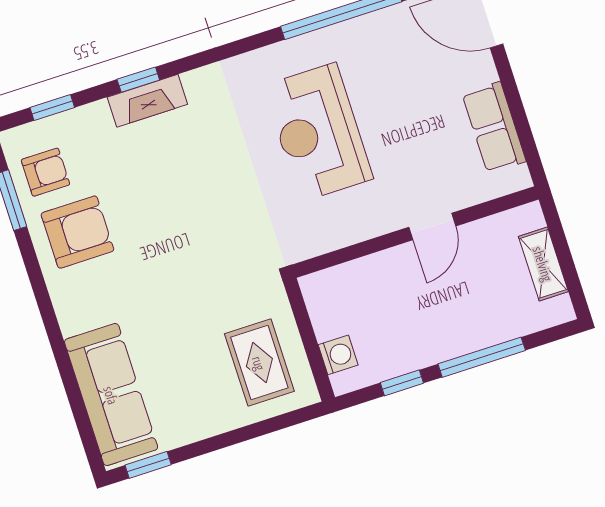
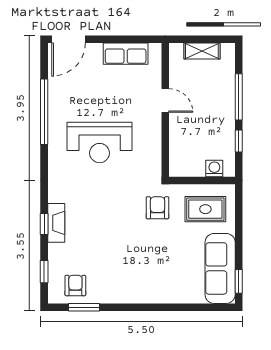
armchair: (77, 232) -> (157, 208), moved, width x0.72, depth x0.72
sofa: (111, 395) -> (220, 268), moved, turned -90

